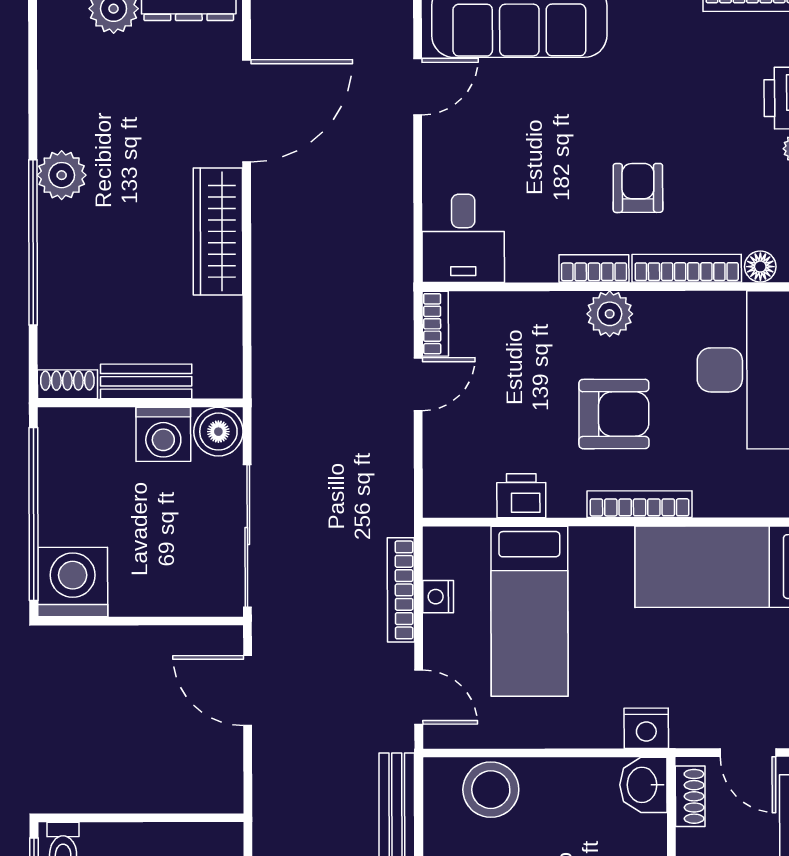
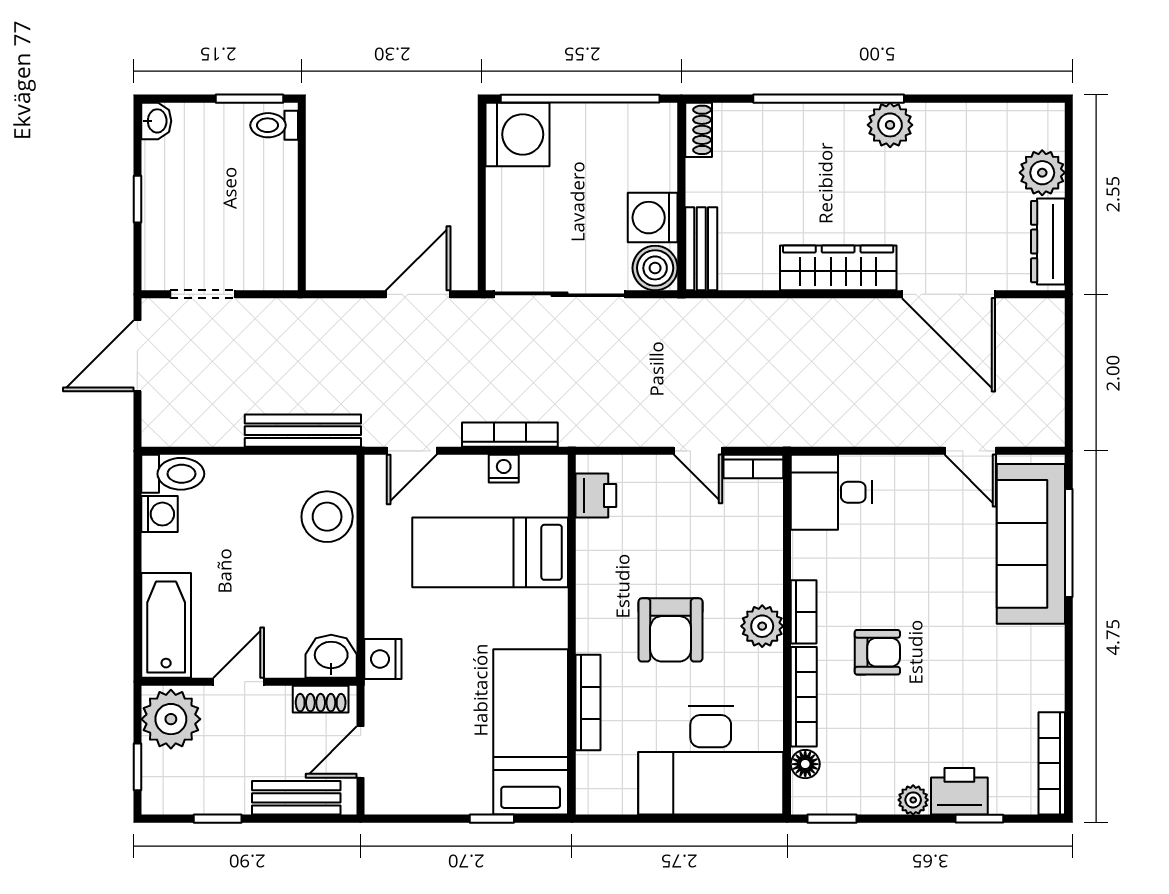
bench: (146, 381) -> (701, 249), moved
printer: (521, 496) -> (596, 496), moved
bookcase: (640, 504) -> (588, 703), moved

